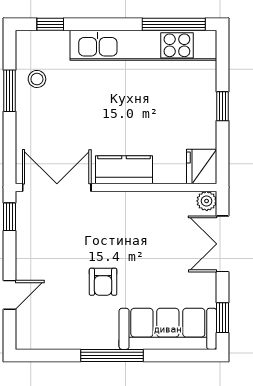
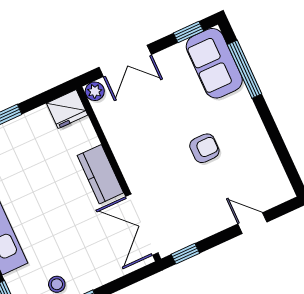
sofa: (168, 329) -> (214, 63), width x0.73
window: (112, 355) -> (245, 69), moved

